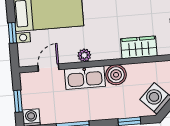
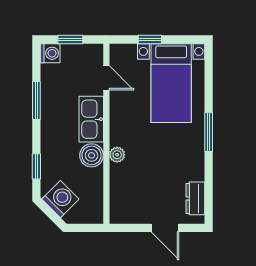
wardrobe: (139, 47) -> (121, 184), removed
plant: (84, 55) -> (117, 155), moved

